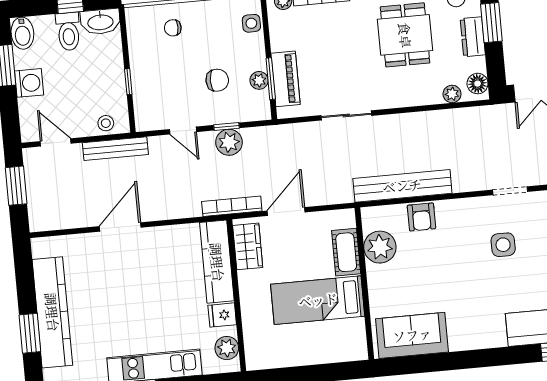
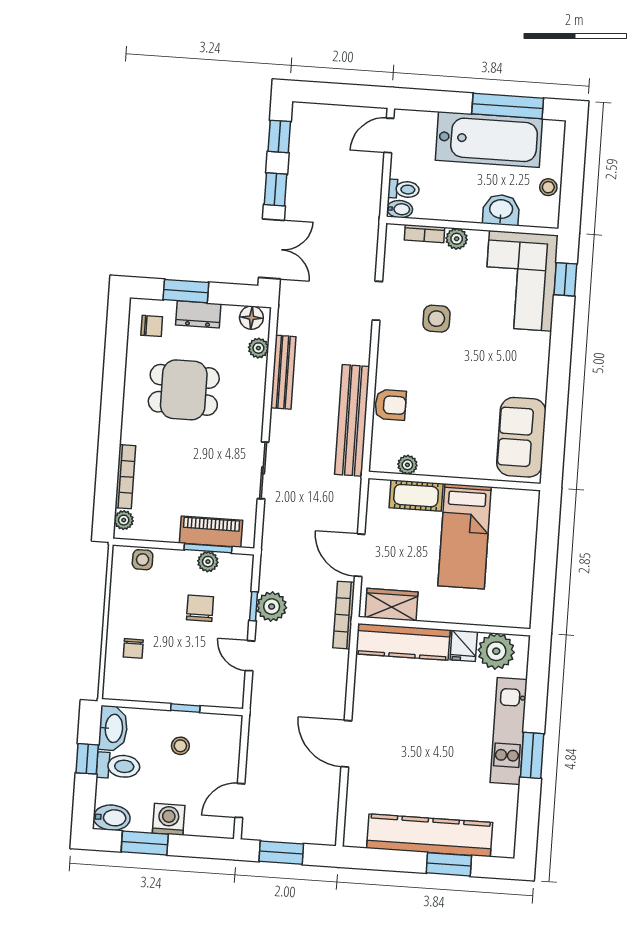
stool: (106, 123) -> (180, 746), moved
door: (183, 131) -> (250, 656), swing flipped
bench: (115, 149) -> (283, 372), moved
plant: (380, 247) -> (407, 465), width x0.53, depth x0.53
plant: (227, 348) -> (496, 651), width x1.36, depth x1.36

